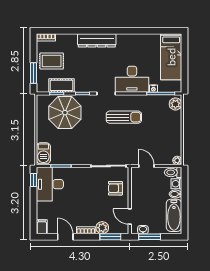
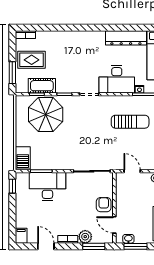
dresser: (97, 40) -> (126, 38), moved
sun lounger: (124, 117) -> (130, 122), moved
desk: (50, 184) -> (47, 187), moved, turned 90
armchair: (115, 188) -> (104, 205), moved, turned 90

